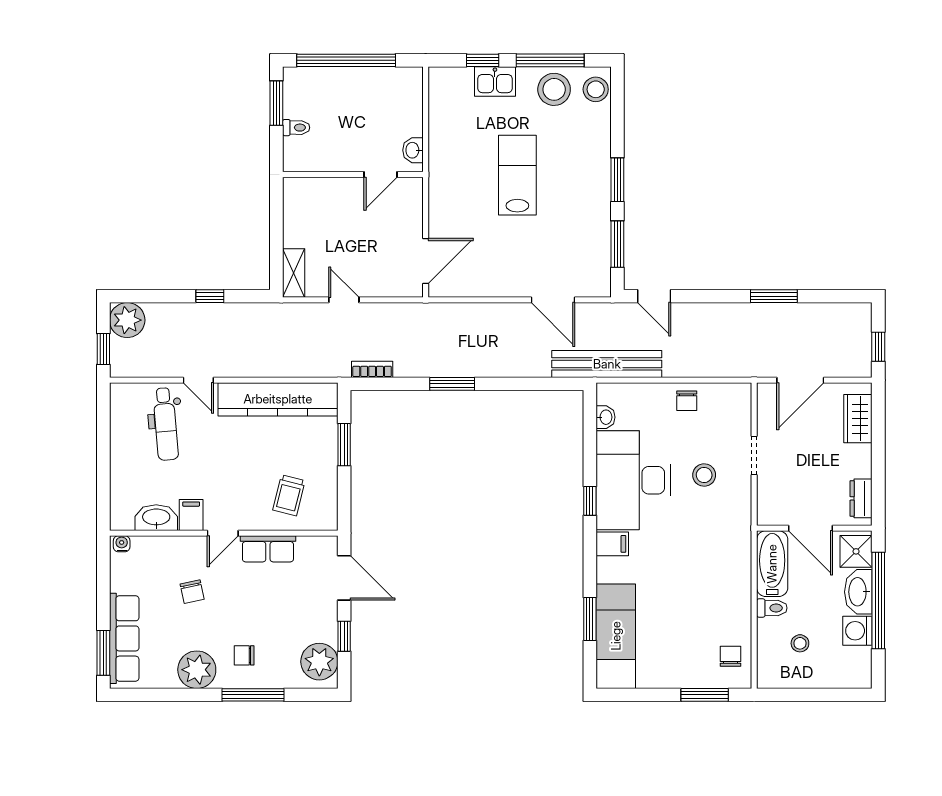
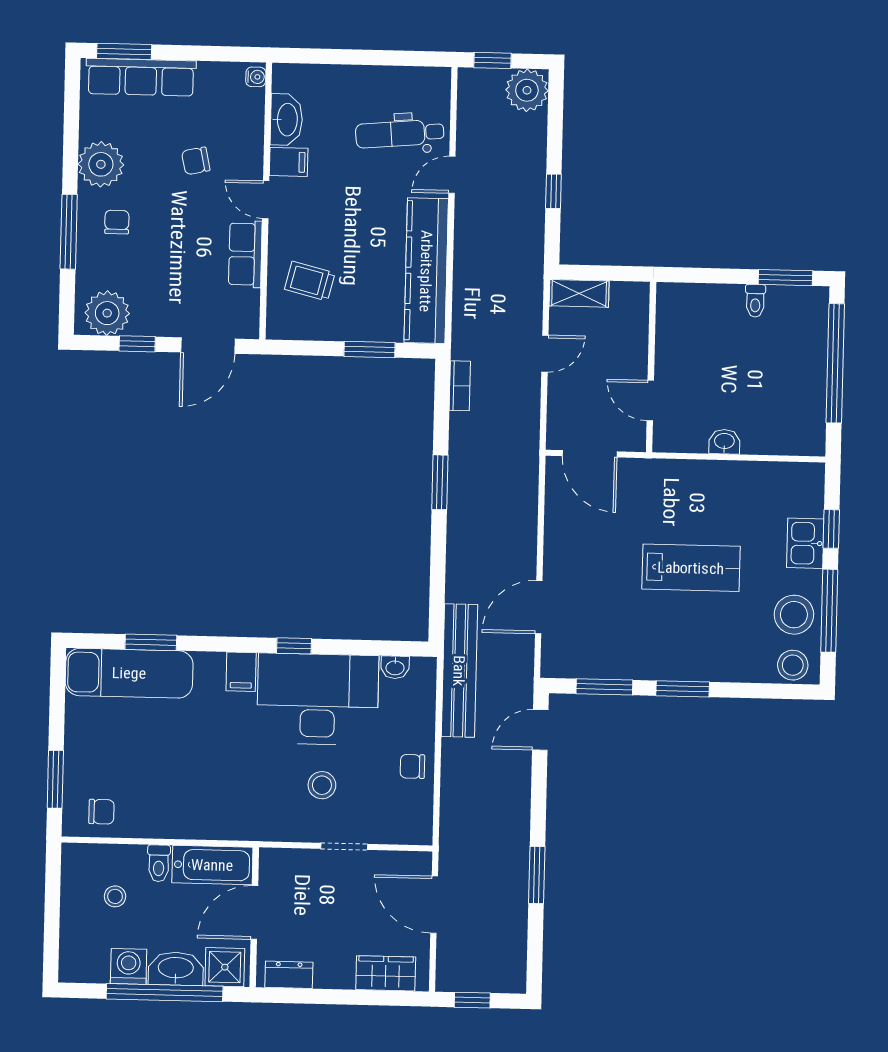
wall: (353, 174) -> (651, 367), moved
door: (380, 174) -> (650, 401), moved

